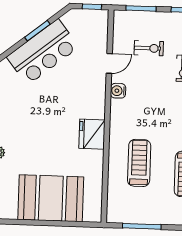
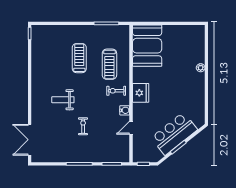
exercise bike: (149, 48) -> (116, 91), moved
fridge: (92, 134) -> (141, 93), moved
booth: (51, 198) -> (147, 46), moved, turned 90

